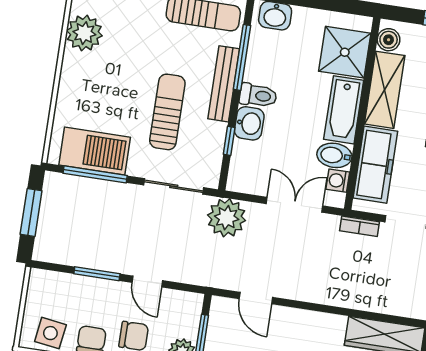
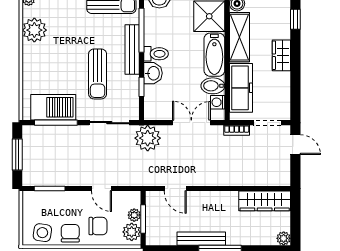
sun lounger: (167, 112) -> (98, 74), turned 180
window: (97, 274) -> (50, 189), moved
plant: (190, 328) -> (134, 215), added

